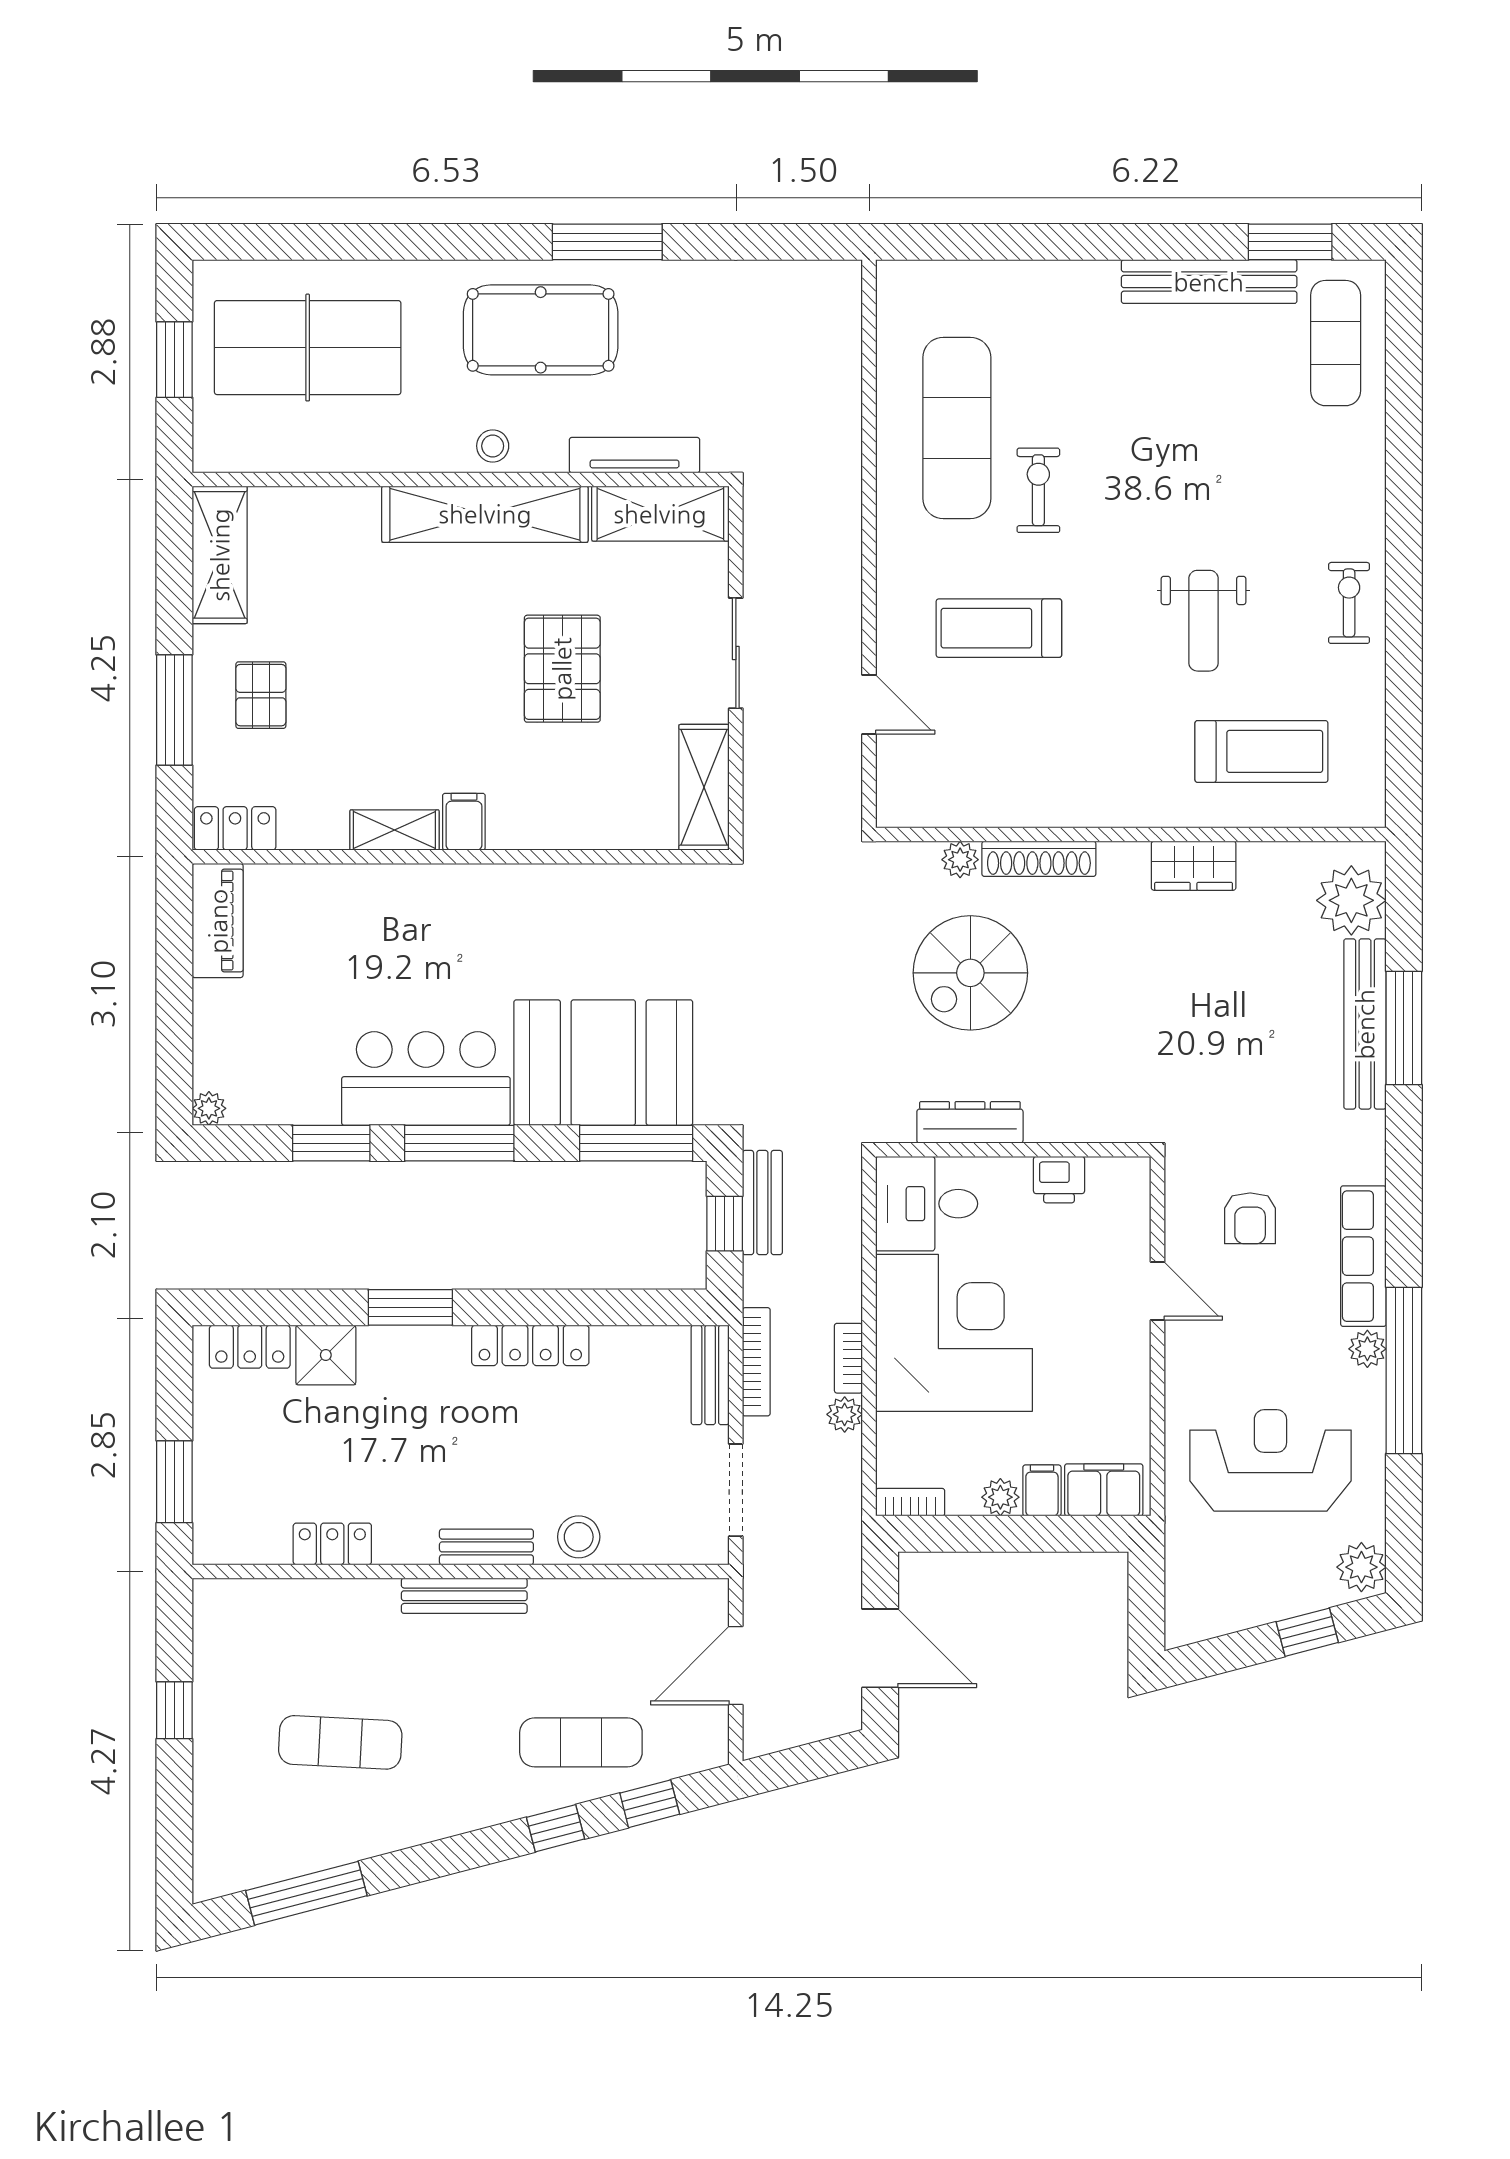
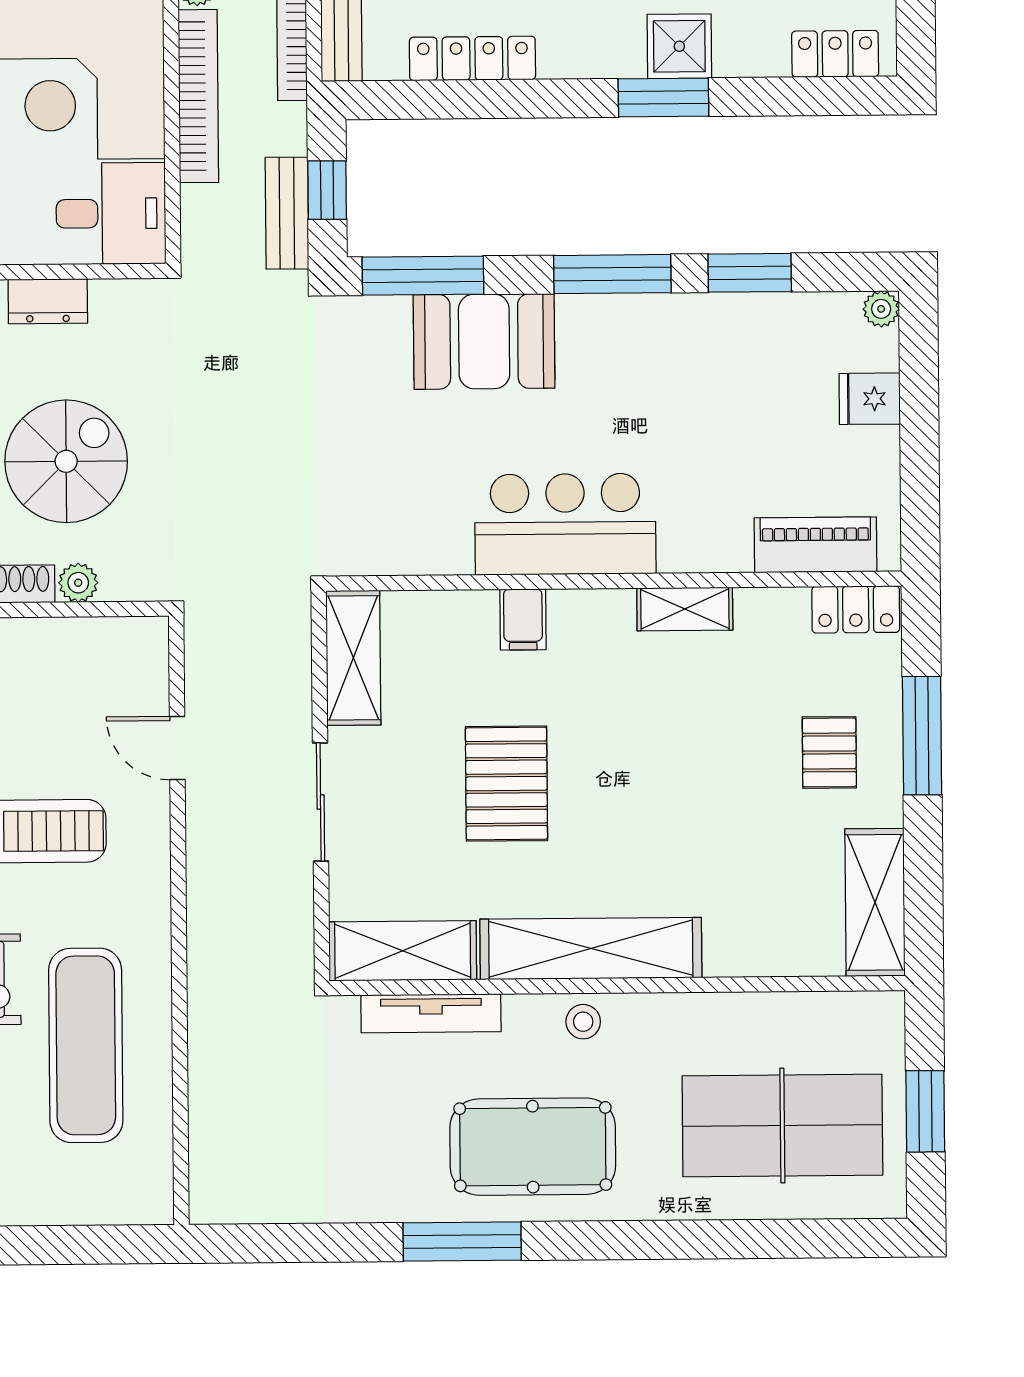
filing cabinet: (464, 822) -> (523, 619), moved
piano: (218, 921) -> (815, 545), moved, turned 90
fridge: (220, 1025) -> (870, 399), added
booth: (603, 1063) -> (484, 341), width x0.73, depth x0.70
bar counter: (426, 1079) -> (565, 524), moved, turned 180
dresser: (970, 1122) -> (48, 301), width x0.70
locker: (530, 1345) -> (472, 58), moved
shower: (326, 1355) -> (679, 46), moved
bookcase: (848, 1358) -> (198, 96), width x2.31, depth x1.31

